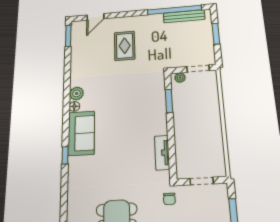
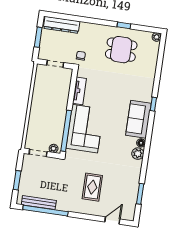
window: (68, 36) -> (140, 194), moved
window: (169, 101) -> (66, 131), width x2.11
corner sofa: (146, 108) -> (85, 129), added

